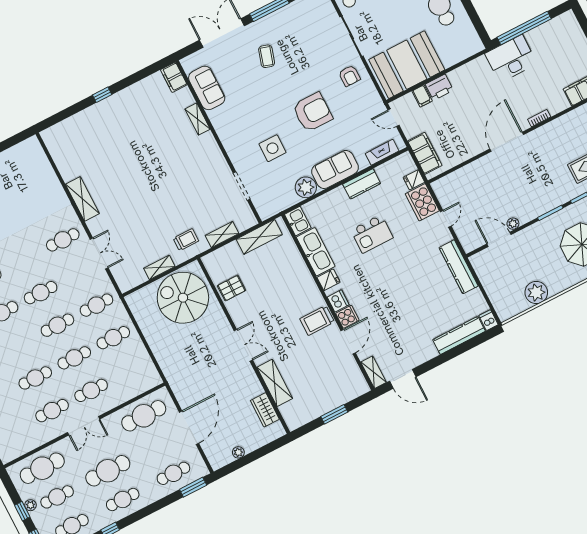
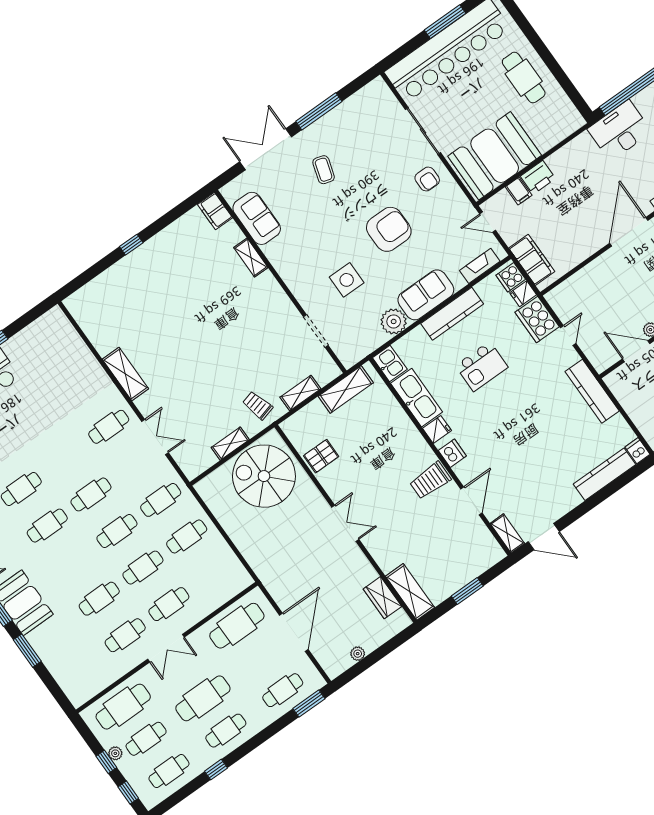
kitchen counter: (362, 184) -> (452, 314), width x1.50
trolley: (186, 240) -> (258, 405), turned -105
cooker: (347, 317) -> (511, 277), moved, turned 180
shelving: (275, 383) -> (410, 592), moved

